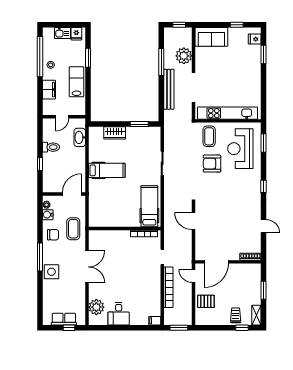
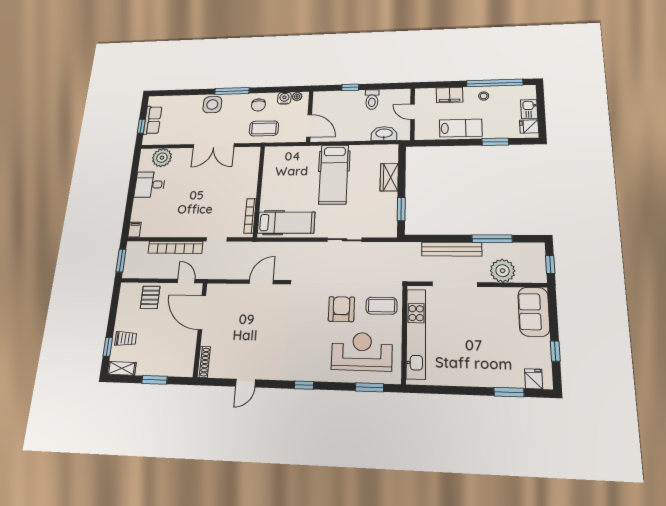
hospital bed: (107, 170) -> (334, 174), width x1.37, depth x1.29
door: (194, 276) -> (186, 281), hinge flipped

